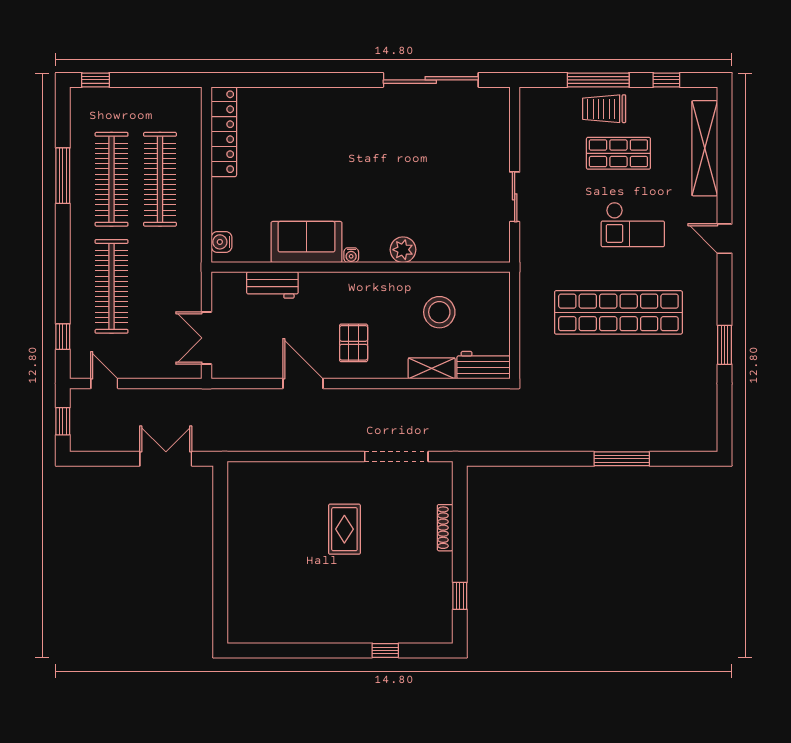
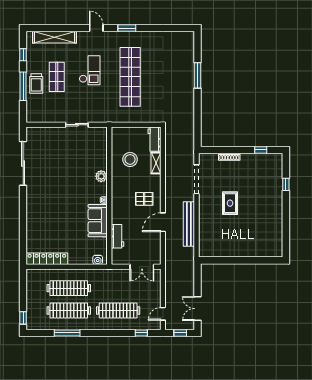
door: (725, 239) -> (96, 28), swing flipped
window: (725, 345) -> (127, 28), moved
bench: (299, 440) -> (189, 224), added
double door: (166, 459) -> (198, 309), moved
rug: (344, 529) -> (230, 203), turned 90

